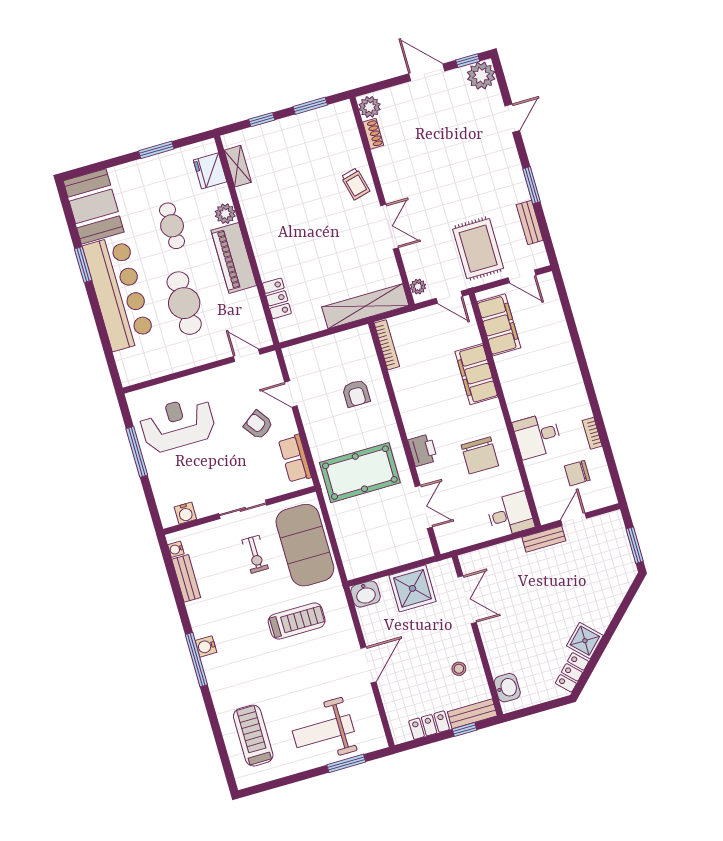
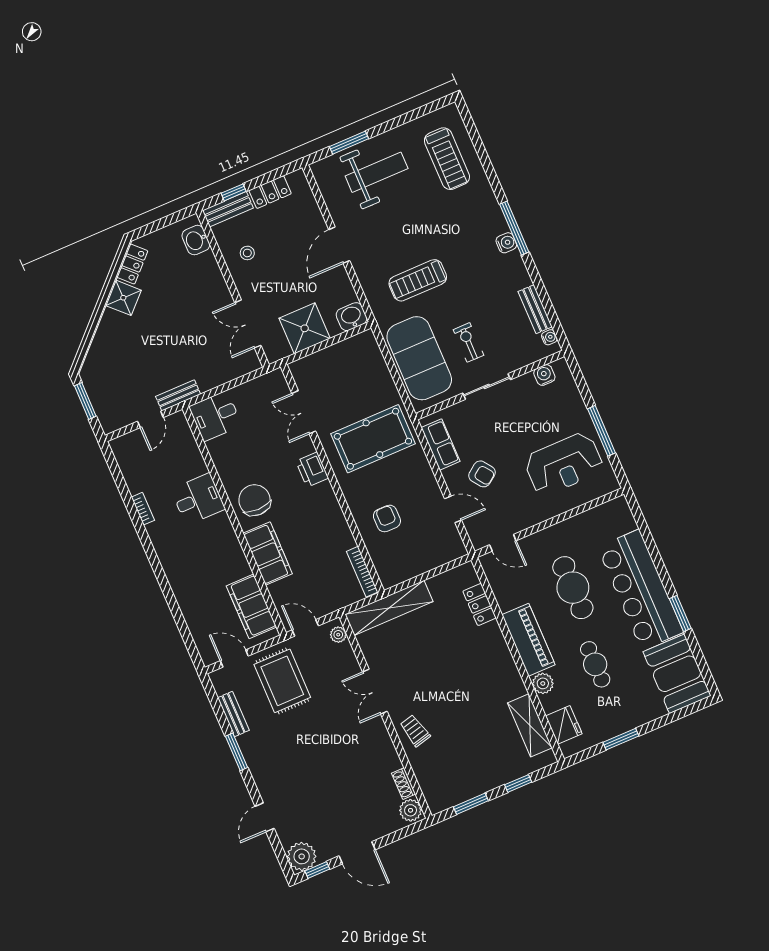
shelving: (238, 166) -> (530, 725), width x1.50, depth x1.33
chair: (480, 455) -> (255, 500), moved
chair: (577, 473) -> (153, 466), removed

